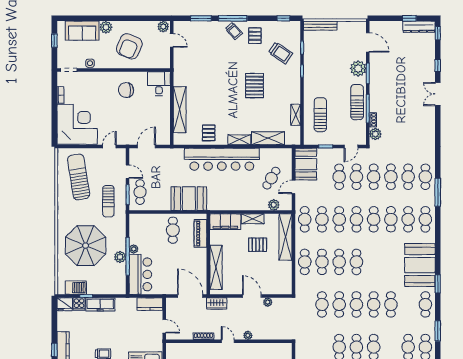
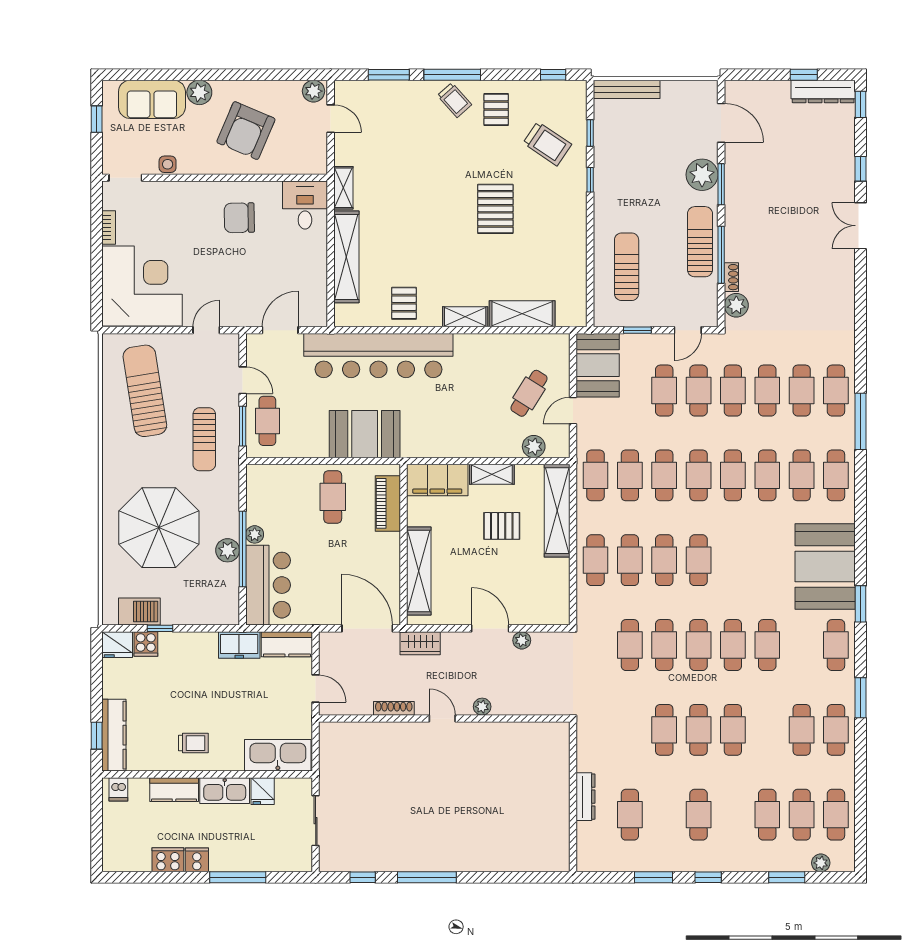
shelving: (296, 115) -> (343, 188), moved
bar counter: (222, 159) -> (378, 356), moved
freezer: (100, 304) -> (239, 645), moved, width x0.71

